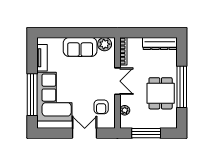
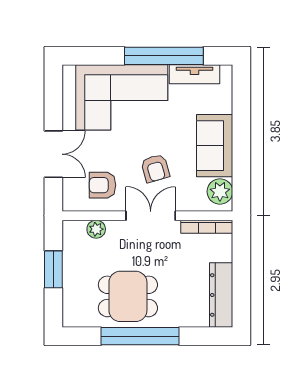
armchair: (92, 79) -> (155, 168), added
double door: (117, 81) -> (151, 216), swing flipped
window: (32, 95) -> (164, 56), moved
window: (146, 133) -> (53, 269), width x0.69

